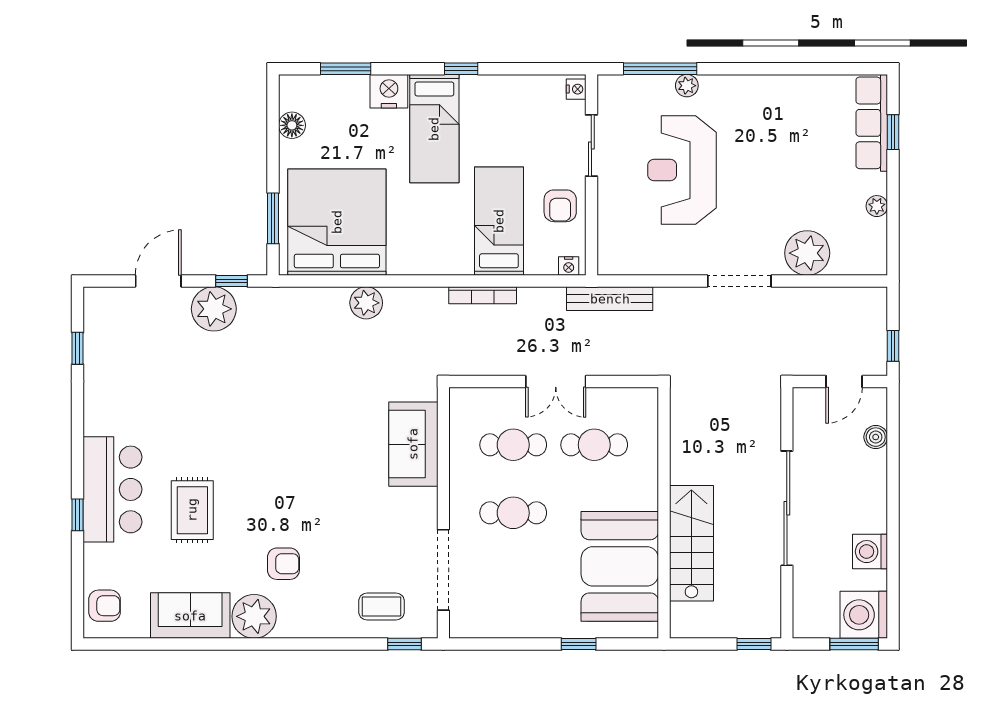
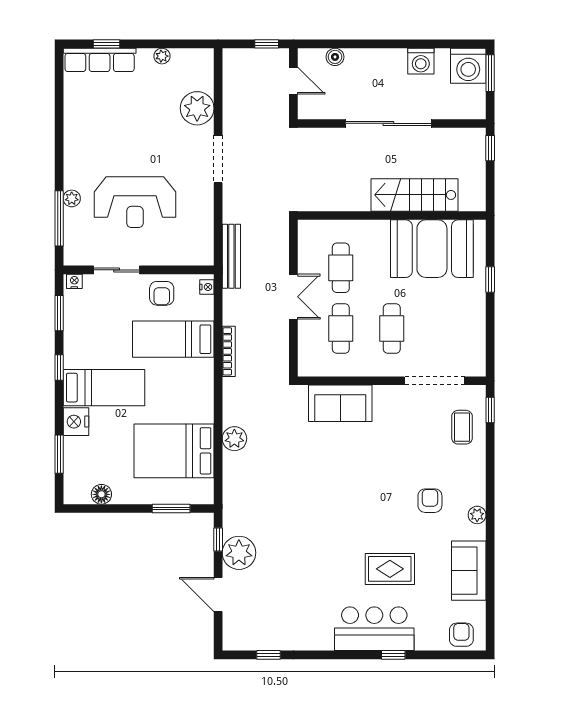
window: (534, 69) -> (59, 313), added
armchair: (560, 206) -> (162, 293), turned 90
bed: (337, 222) -> (174, 451), width x0.73
plant: (254, 616) -> (477, 515), width x0.53, depth x0.53

